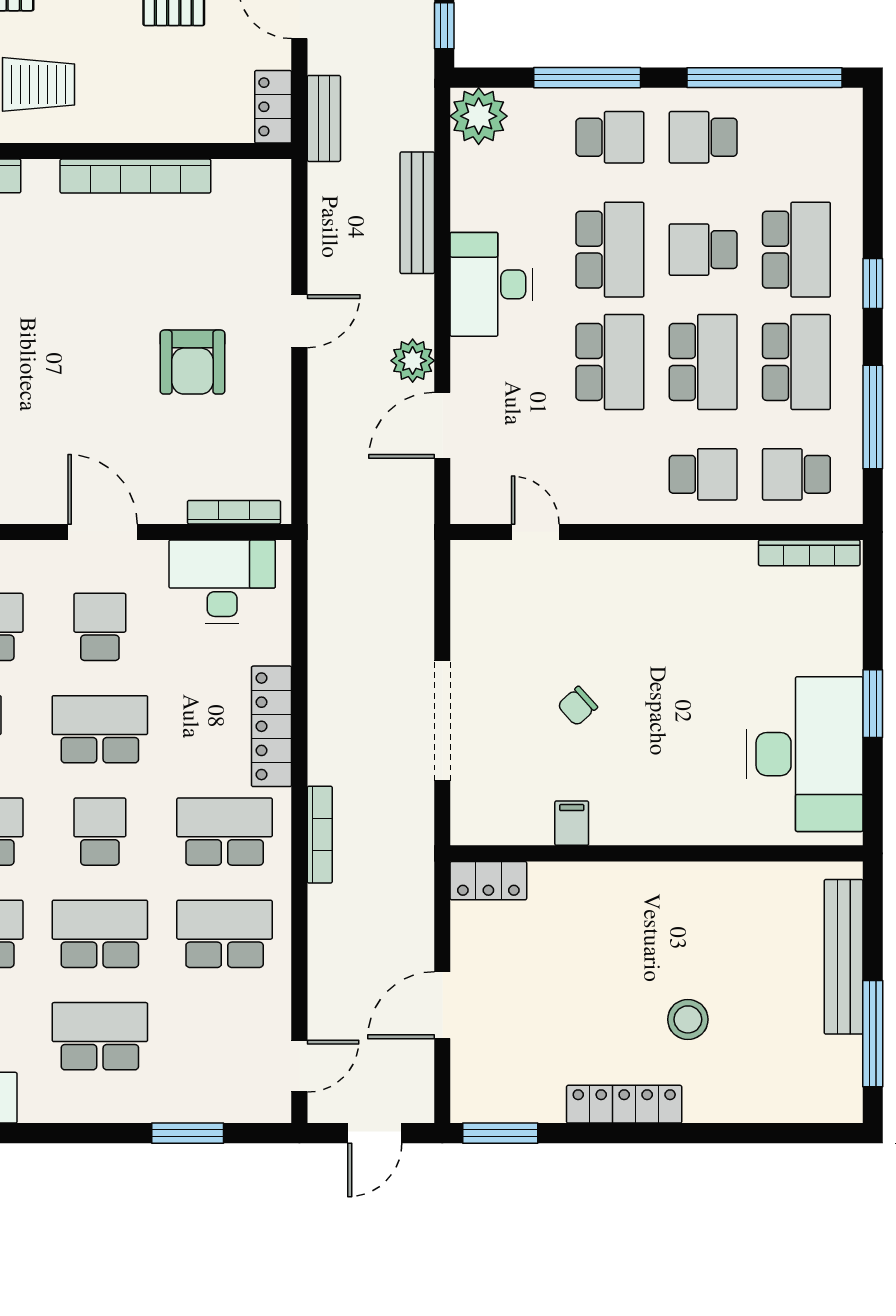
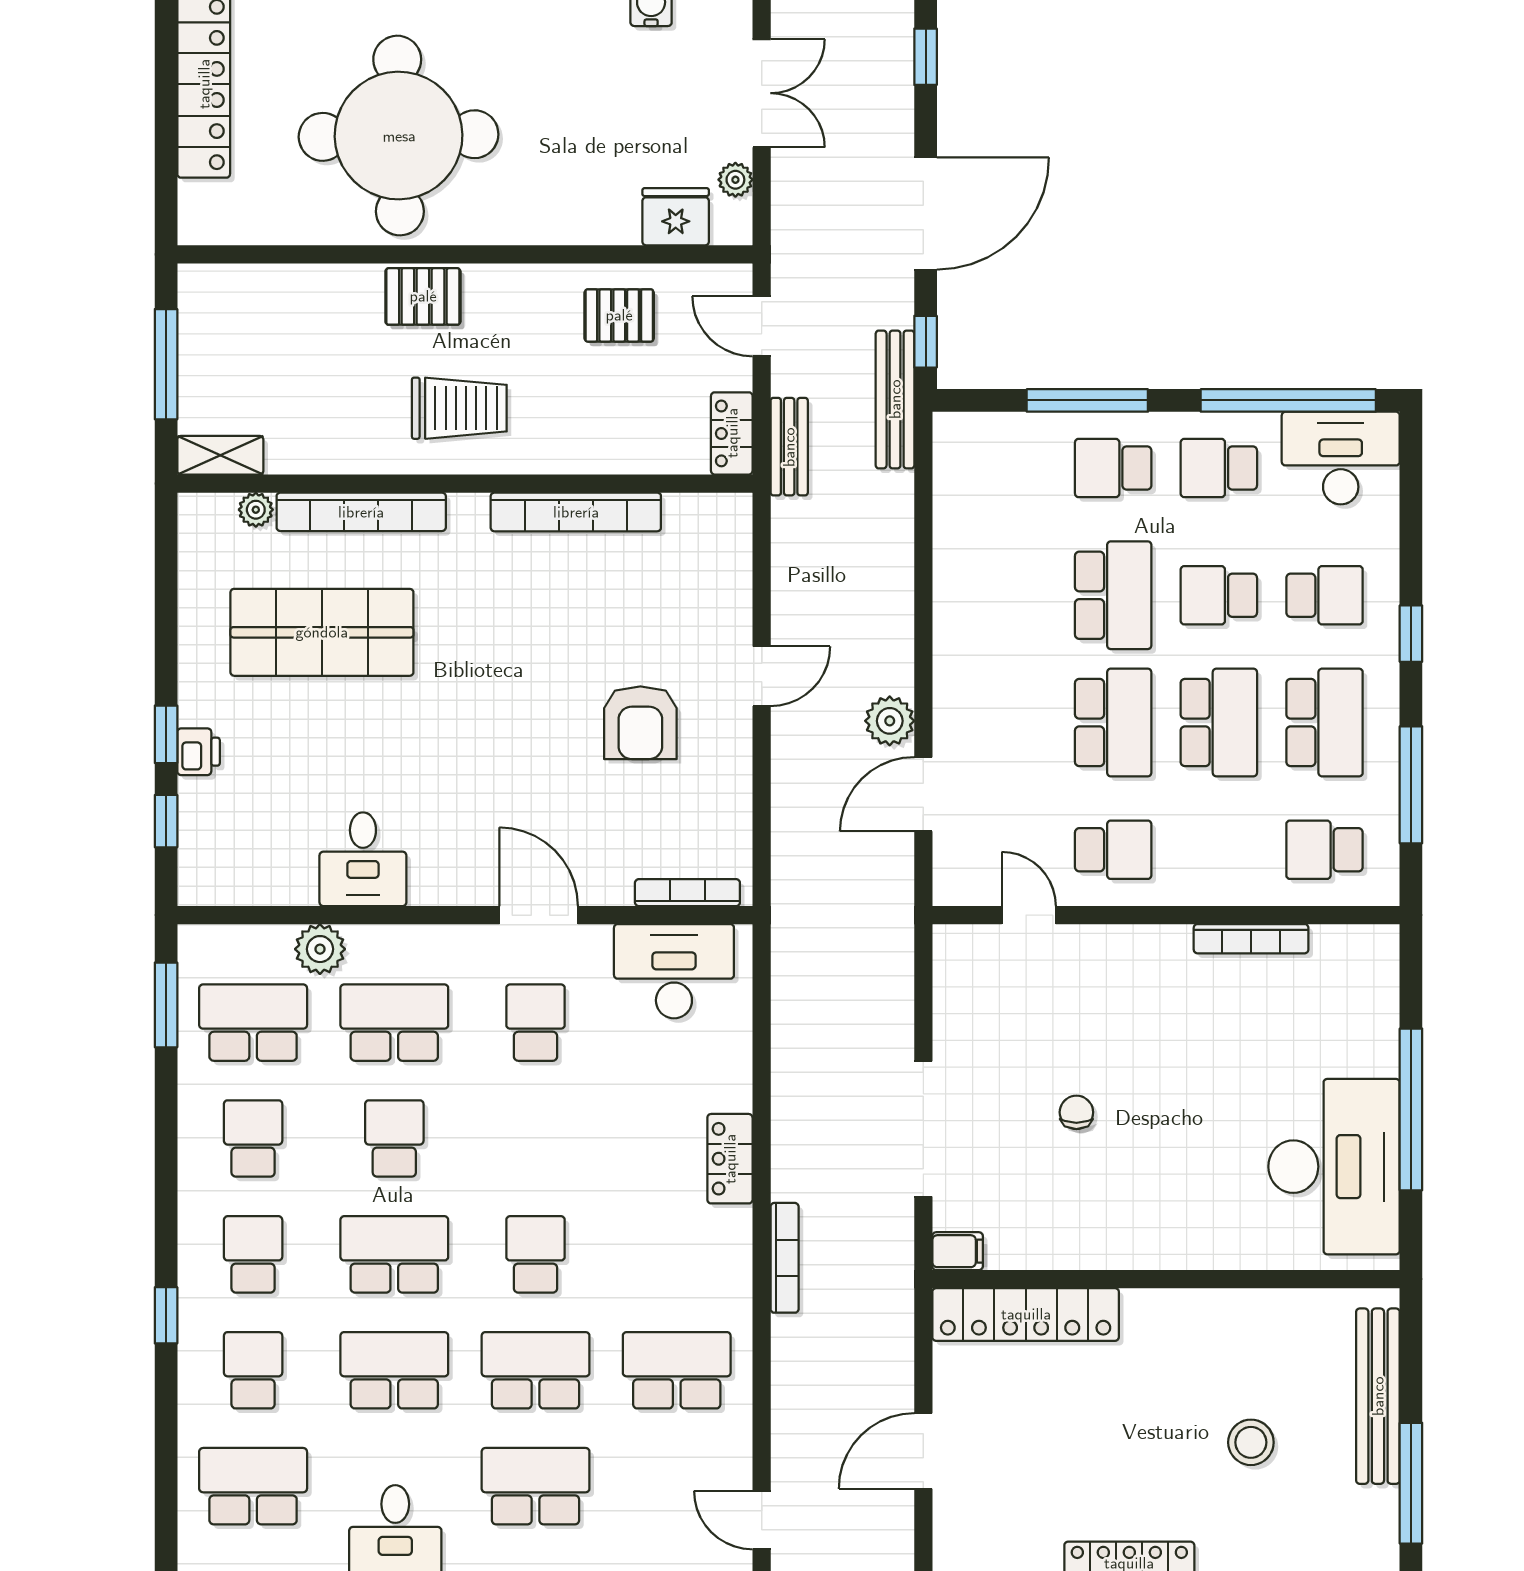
plant: (479, 116) -> (965, 444), removed
school desk: (610, 137) -> (1113, 468), turned 180
bench: (417, 213) -> (895, 399), moved
school desk: (796, 250) -> (1324, 595), width x0.54
desk: (491, 284) -> (1341, 458), moved, turned 90
school desk: (703, 474) -> (1113, 850), moved
bookcase: (809, 553) -> (1251, 939), moved
window: (873, 704) -> (1411, 1109), width x2.11
chair: (577, 706) -> (1076, 1112), turned 132
locker: (272, 726) -> (730, 1159), width x0.66
school desk: (100, 729) -> (536, 1138), removed
filing cabinet: (572, 823) -> (958, 1251), moved, turned 90
school desk: (225, 832) -> (677, 1254), removed
locker: (488, 881) -> (1026, 1314), width x2.16, depth x1.21
stool: (688, 1019) -> (1251, 1442), moved
door: (299, 1066) -> (762, 1520), swing flipped

